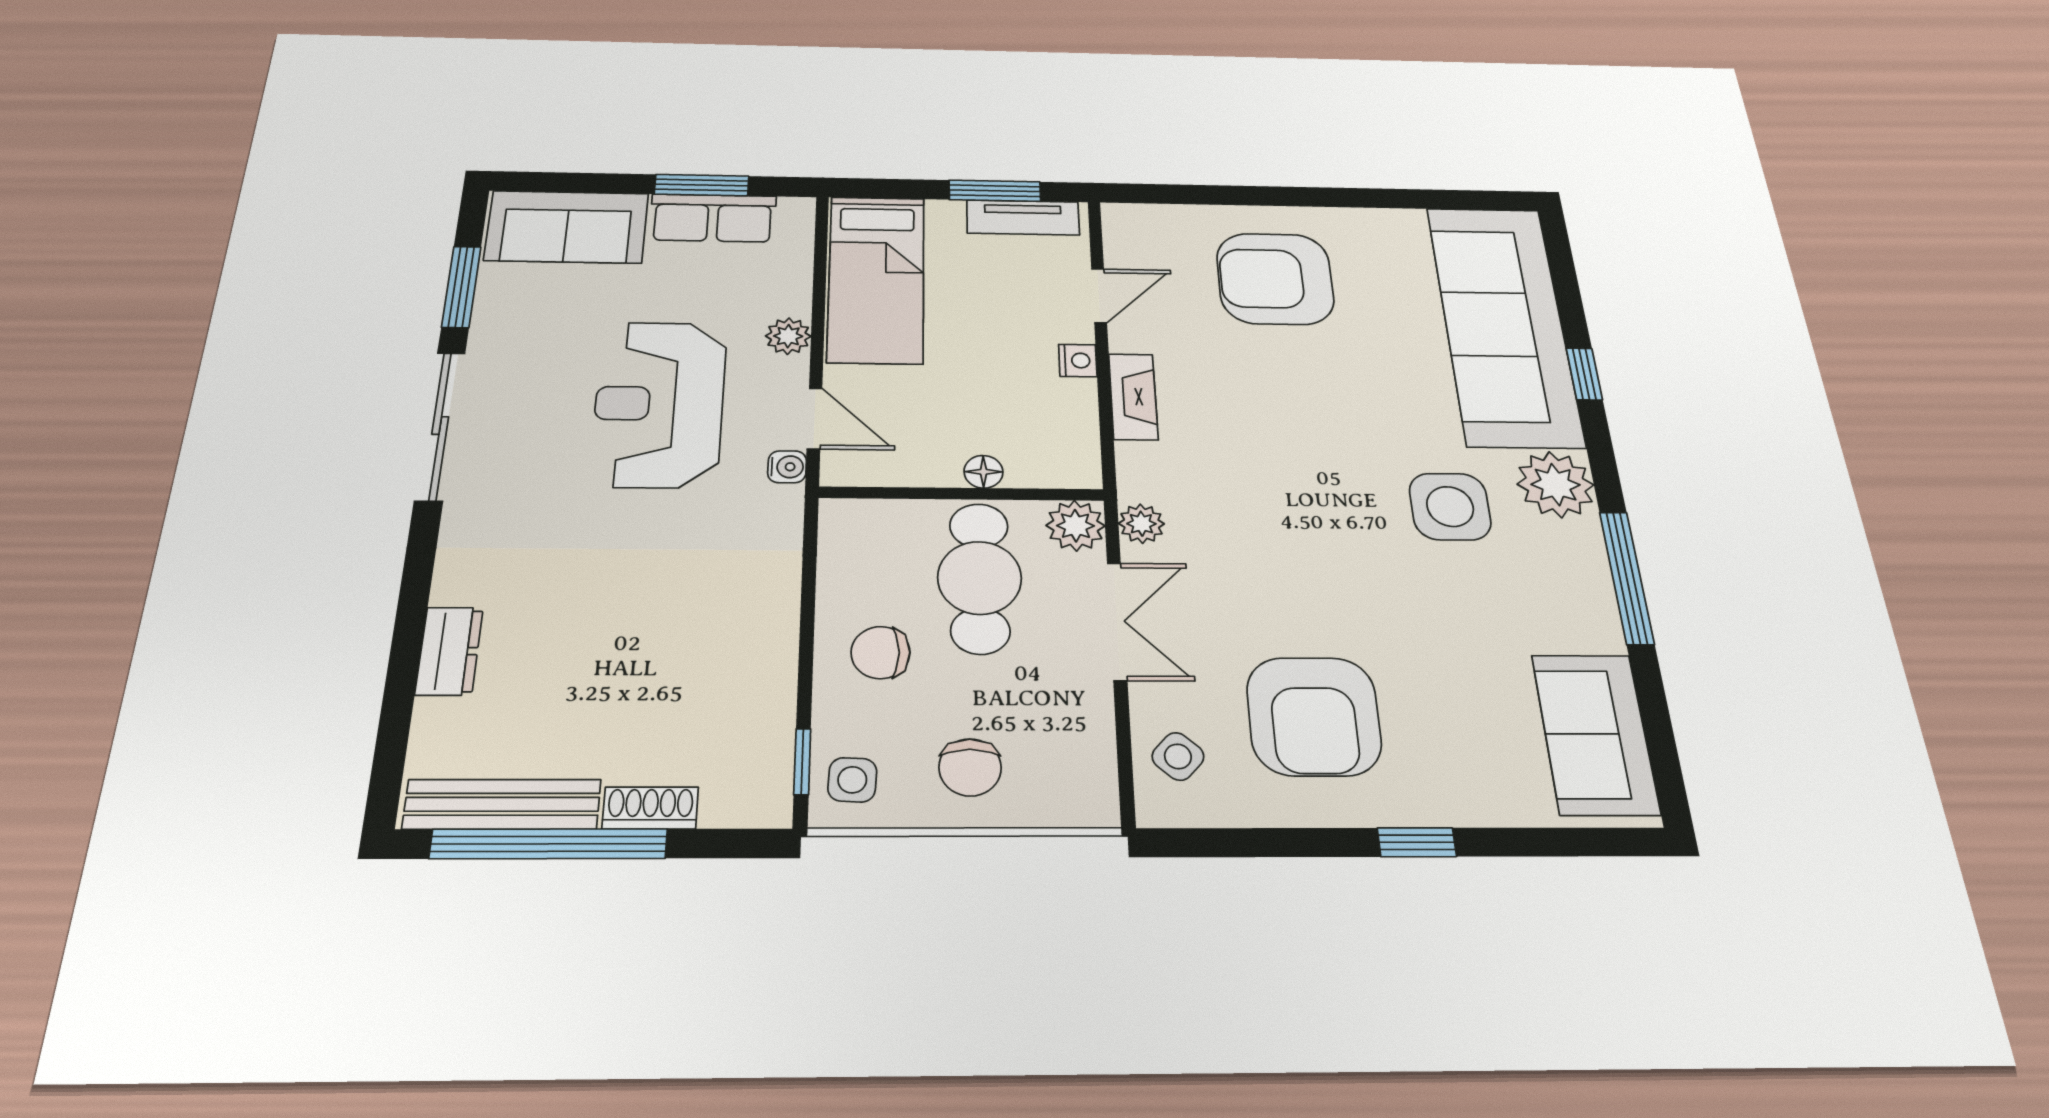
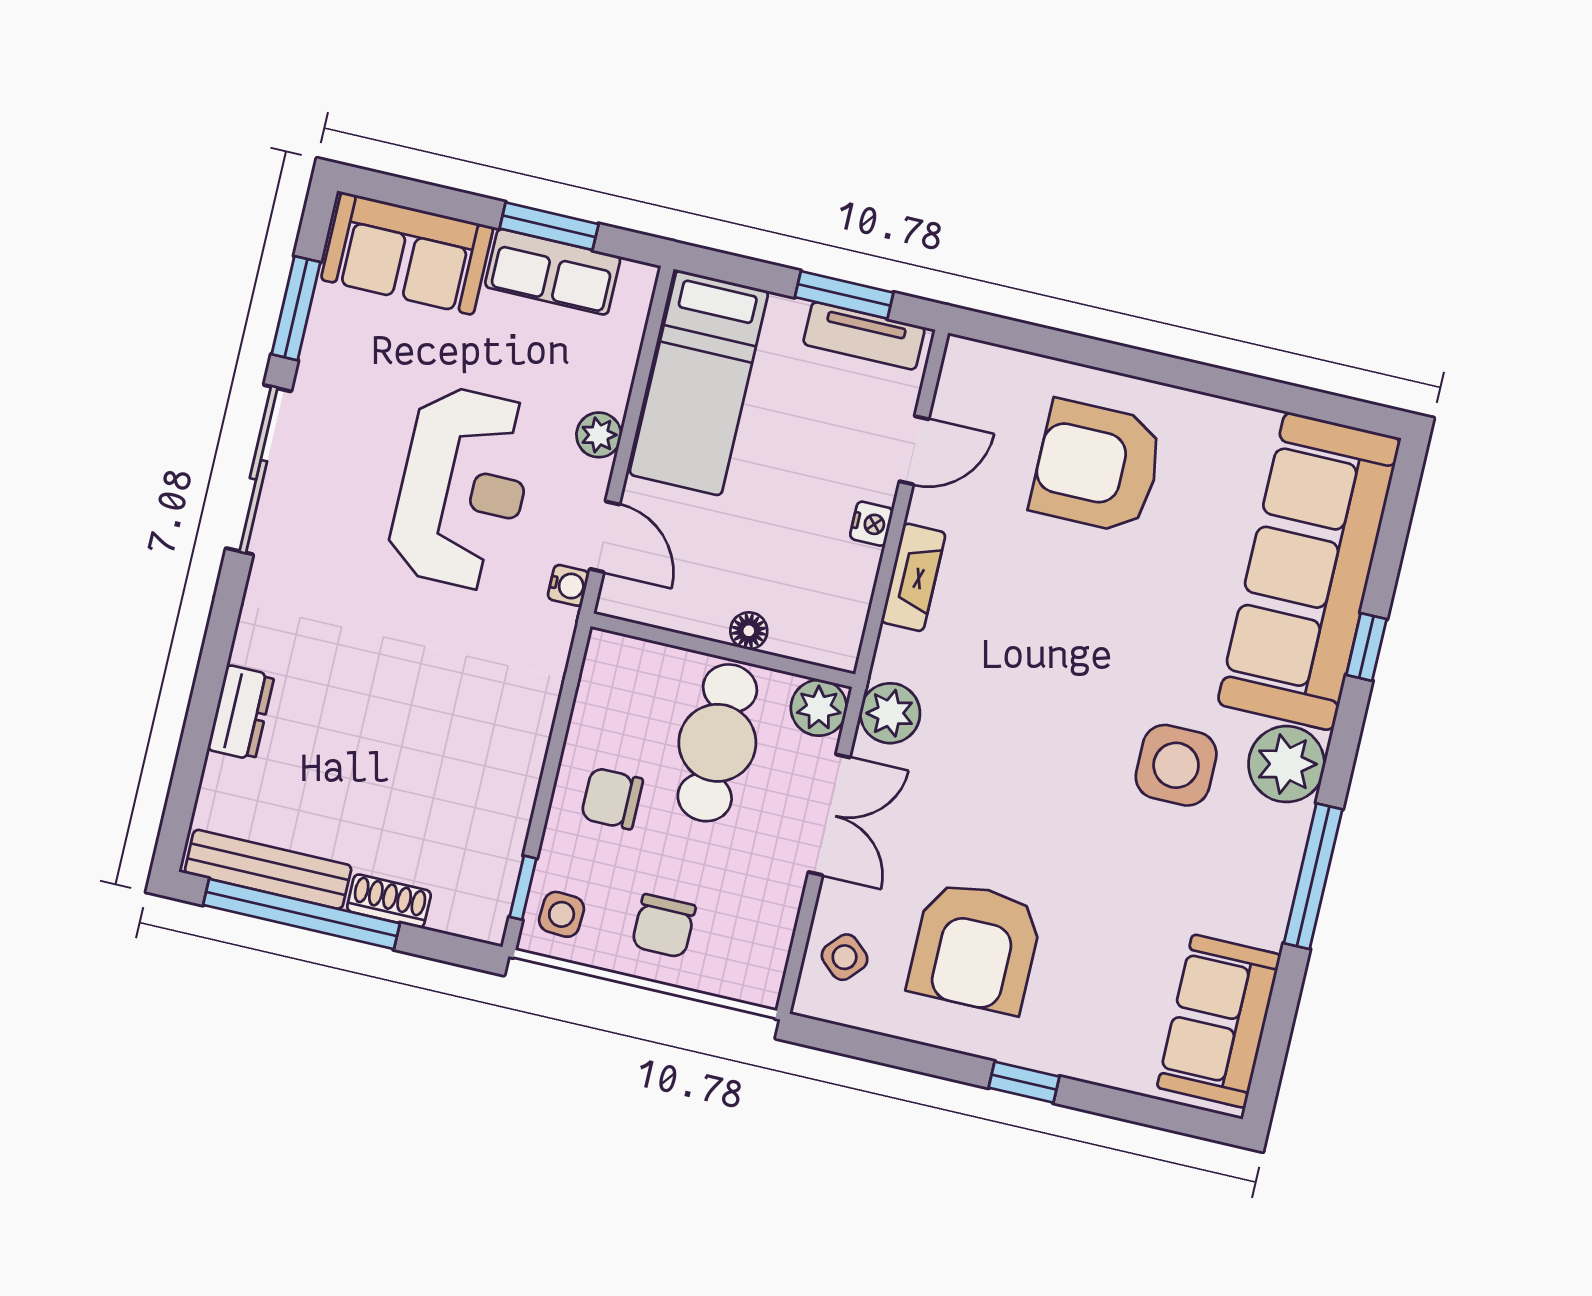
reception desk: (659, 404) -> (463, 488), turned 180
plant: (1141, 524) -> (890, 713), width x1.38, depth x1.38

